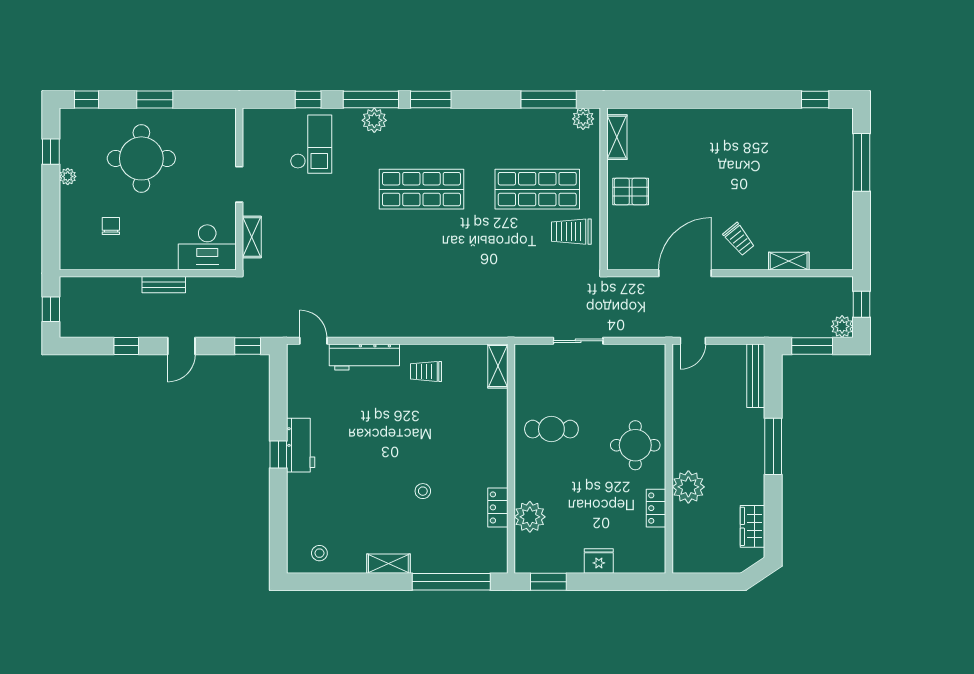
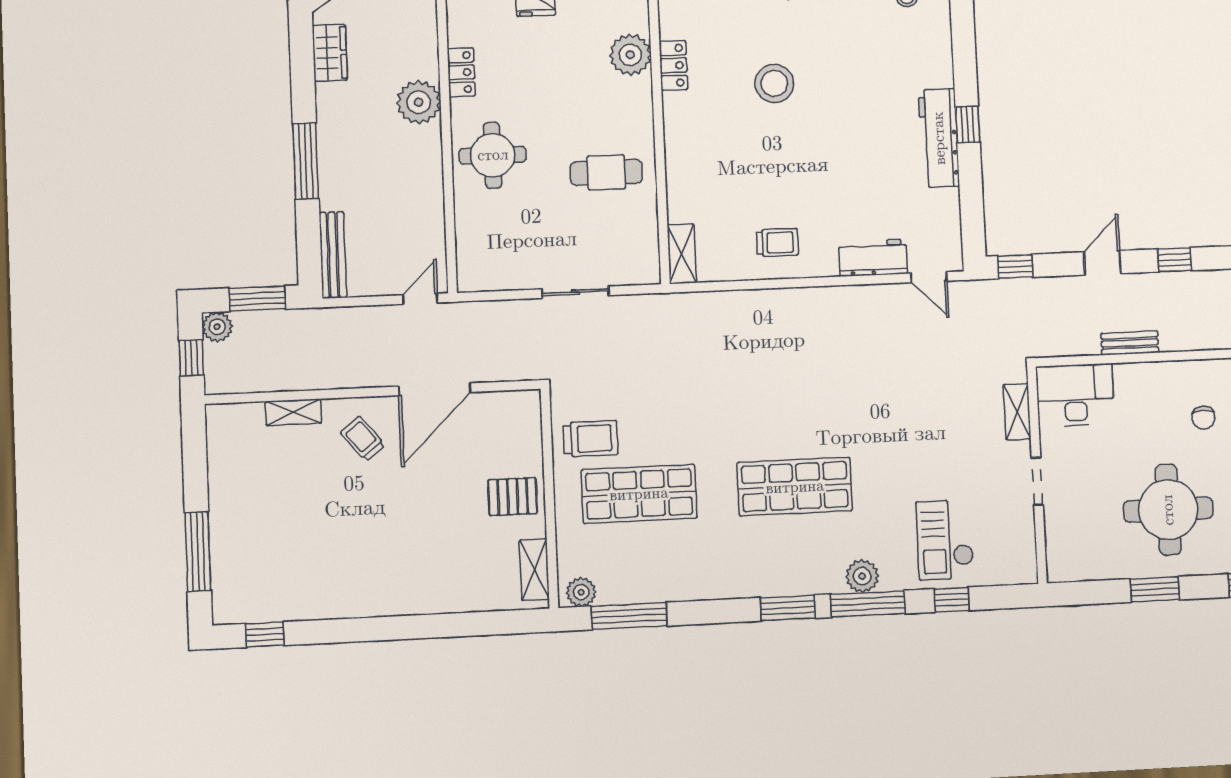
workbench: (364, 357) -> (873, 258), width x0.73
workbench: (301, 445) -> (939, 138), width x1.38
stool: (423, 491) -> (774, 83), width x1.89, depth x1.89

